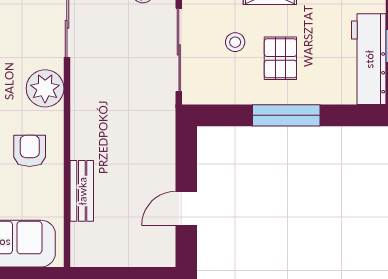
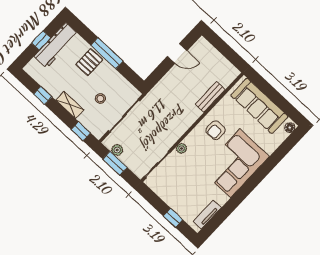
pallet: (280, 58) -> (89, 62), moved
plant: (45, 88) -> (181, 148), width x0.53, depth x0.53

